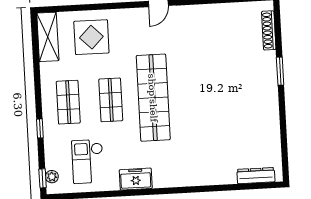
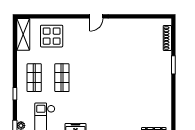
shop shelf: (153, 98) -> (90, 78), removed

